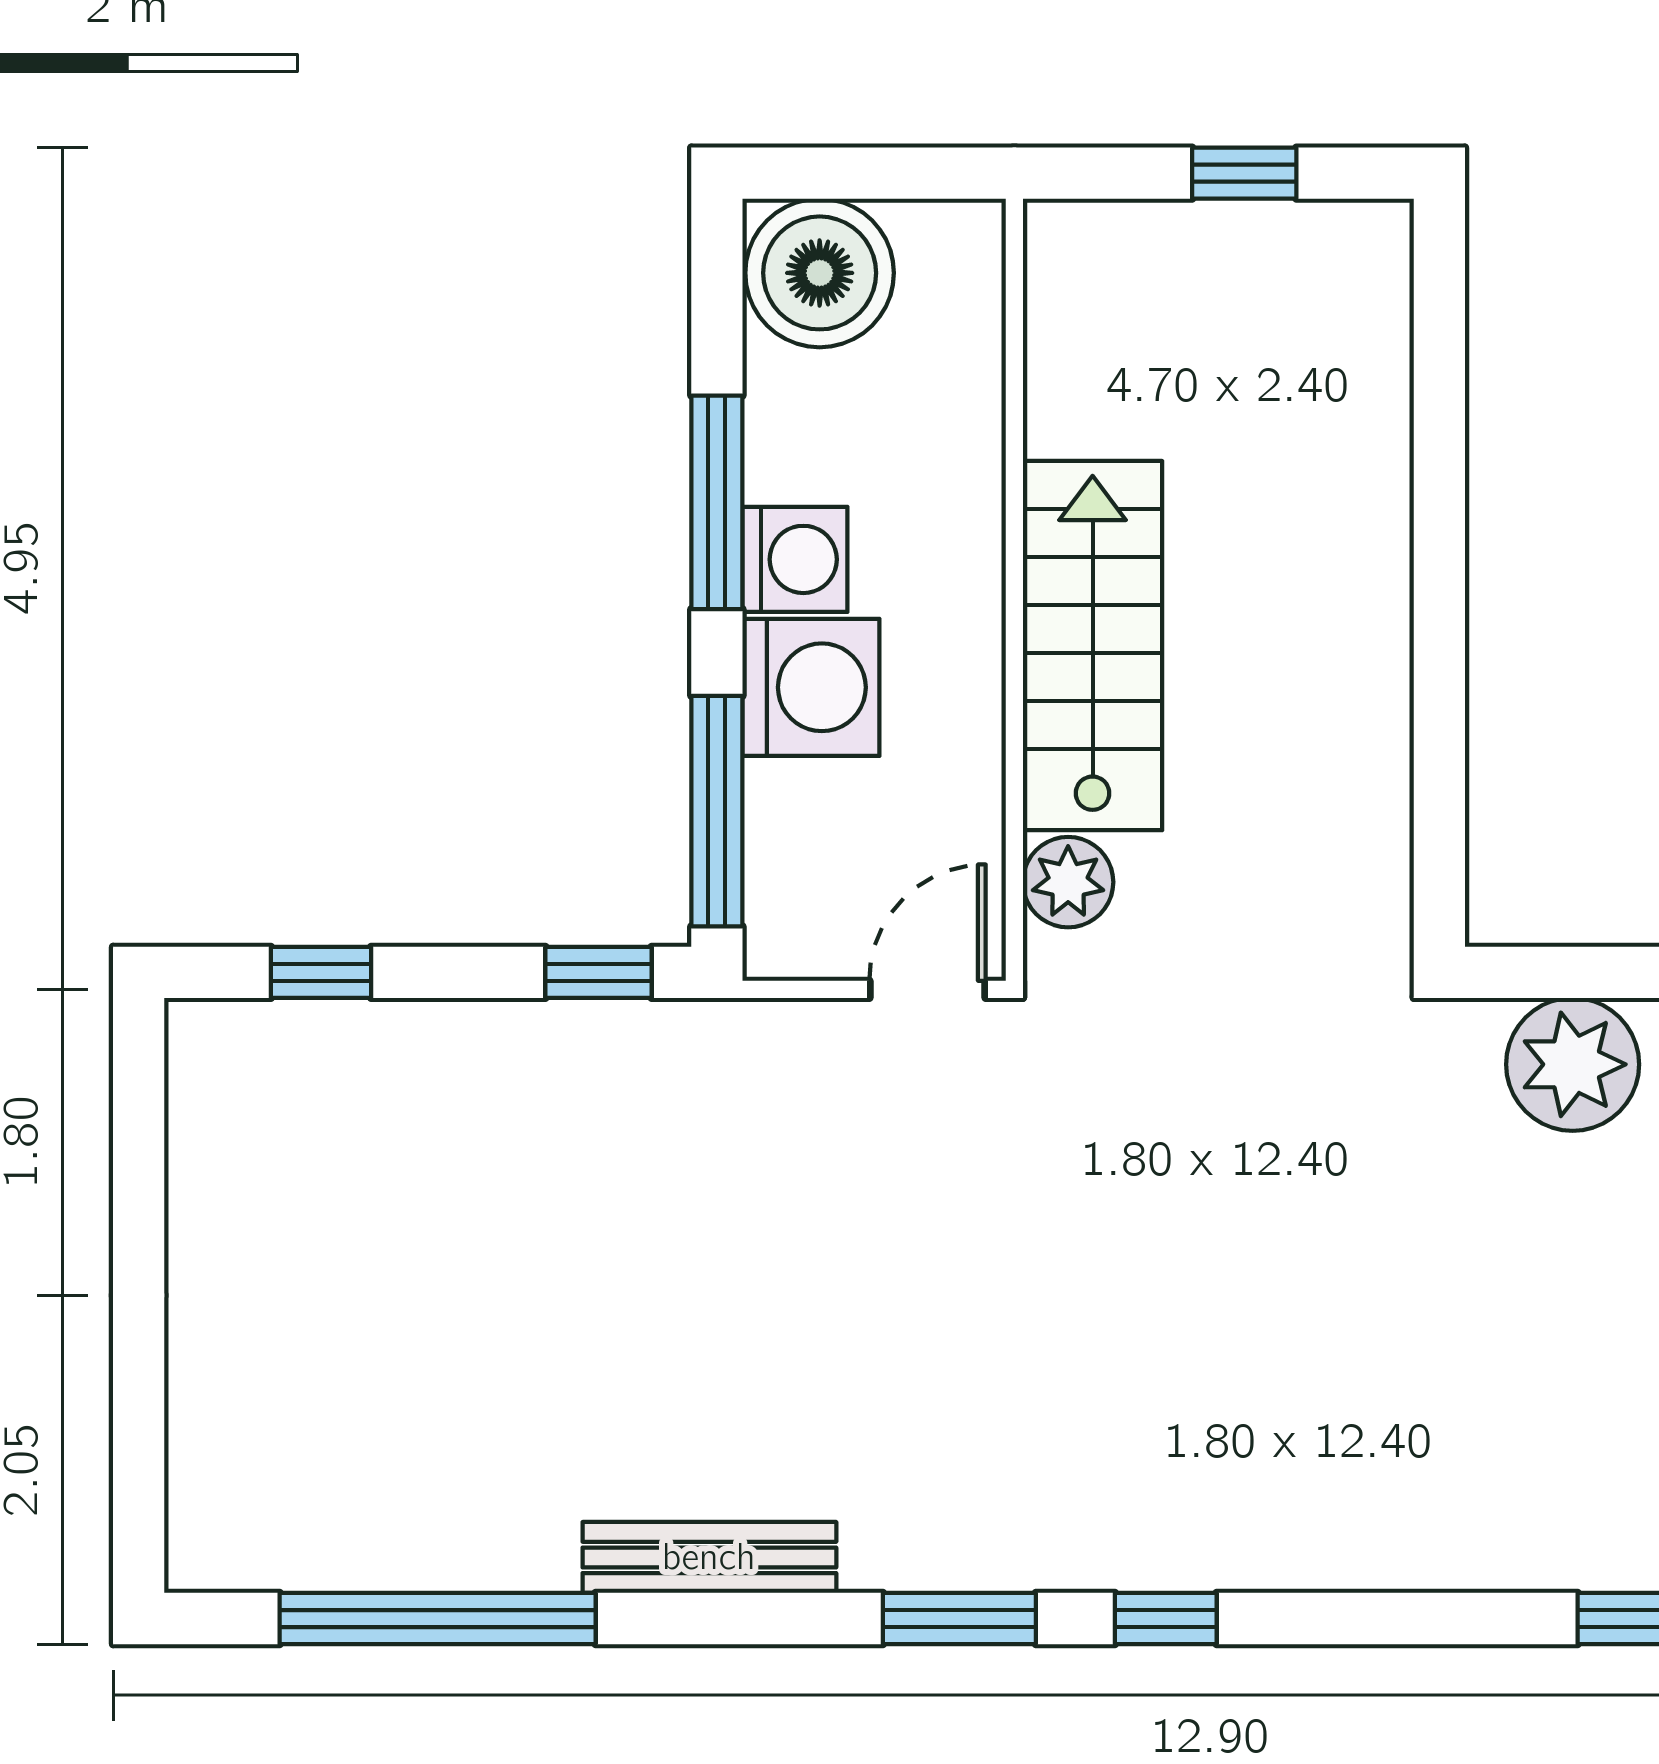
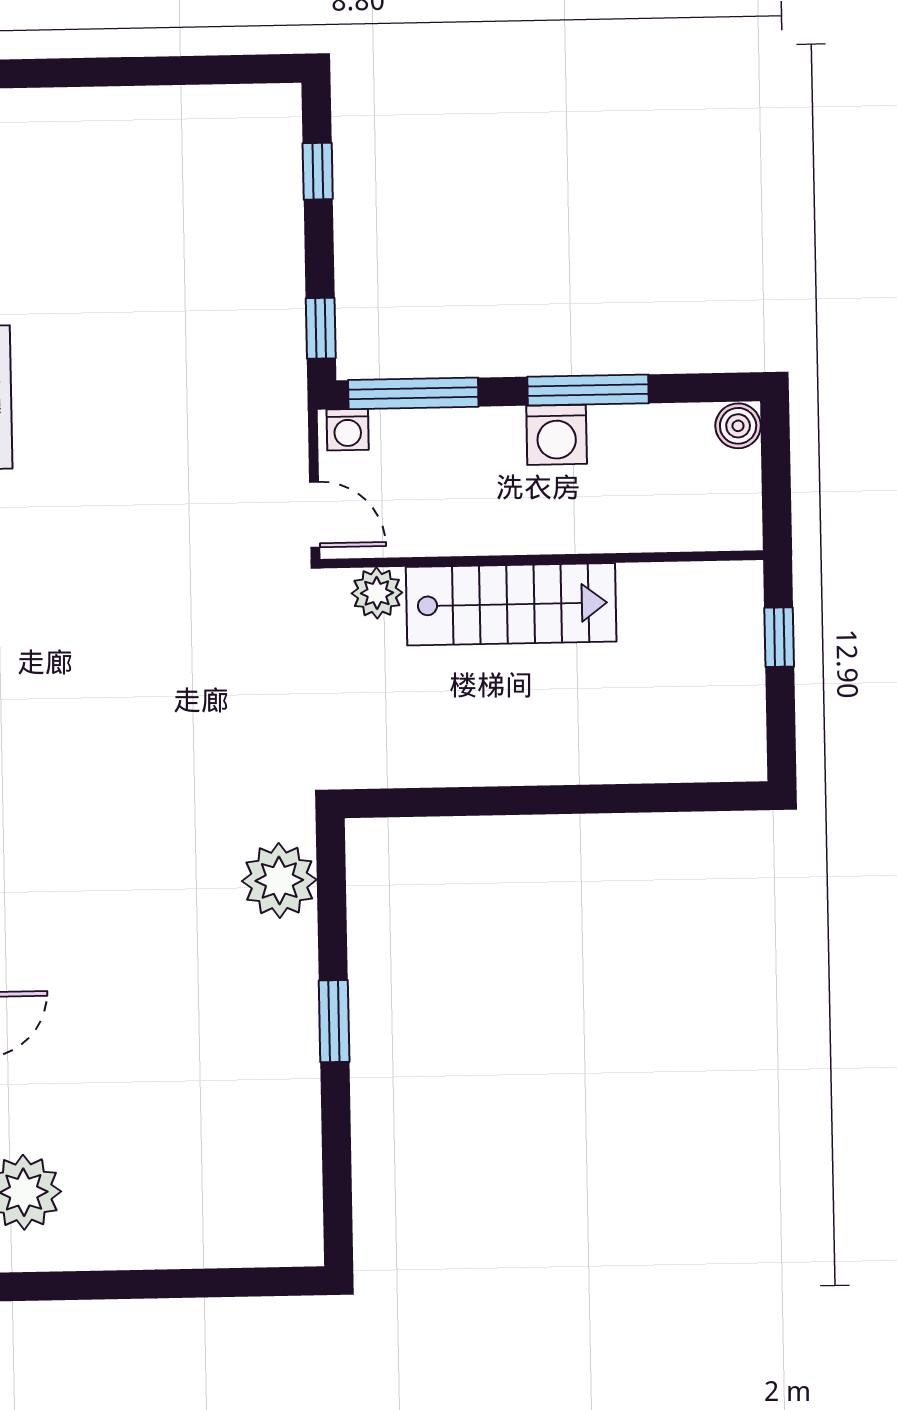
window: (1244, 173) -> (779, 637), moved
boiler: (820, 273) -> (738, 426), width x0.54, depth x0.54
washing machine: (811, 687) -> (348, 430), moved, width x0.53, depth x0.53

